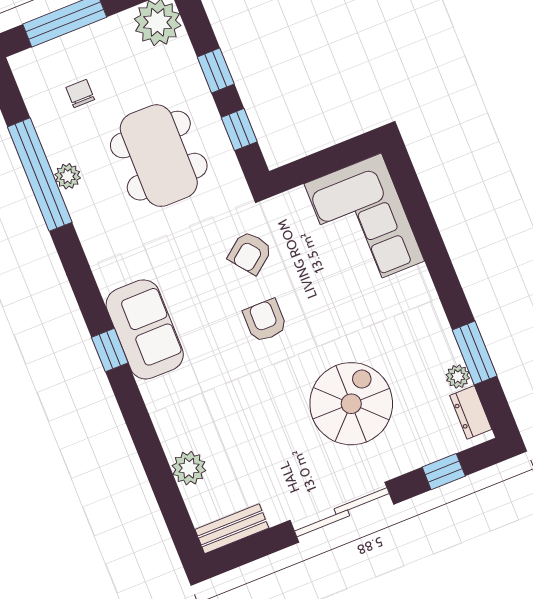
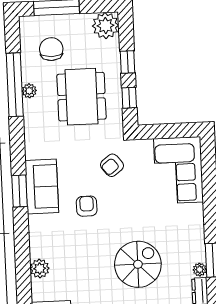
chair: (80, 93) -> (51, 49), width x1.87, depth x1.87
armchair: (265, 321) -> (87, 206), moved
window: (110, 350) -> (19, 191), width x1.50

